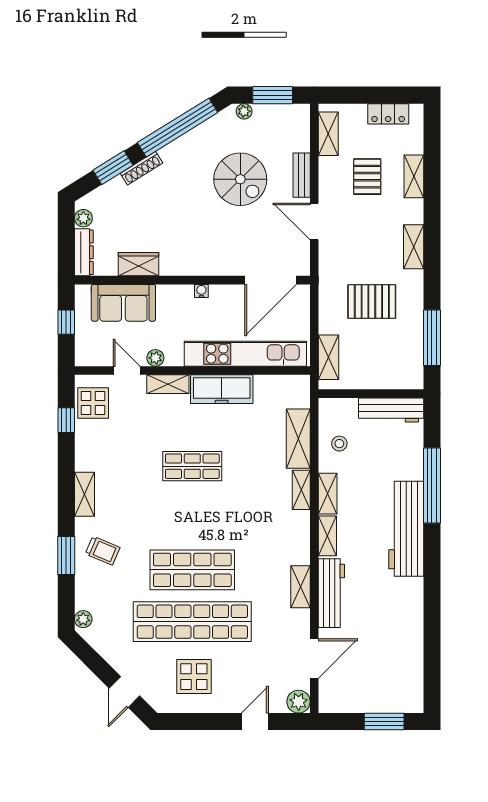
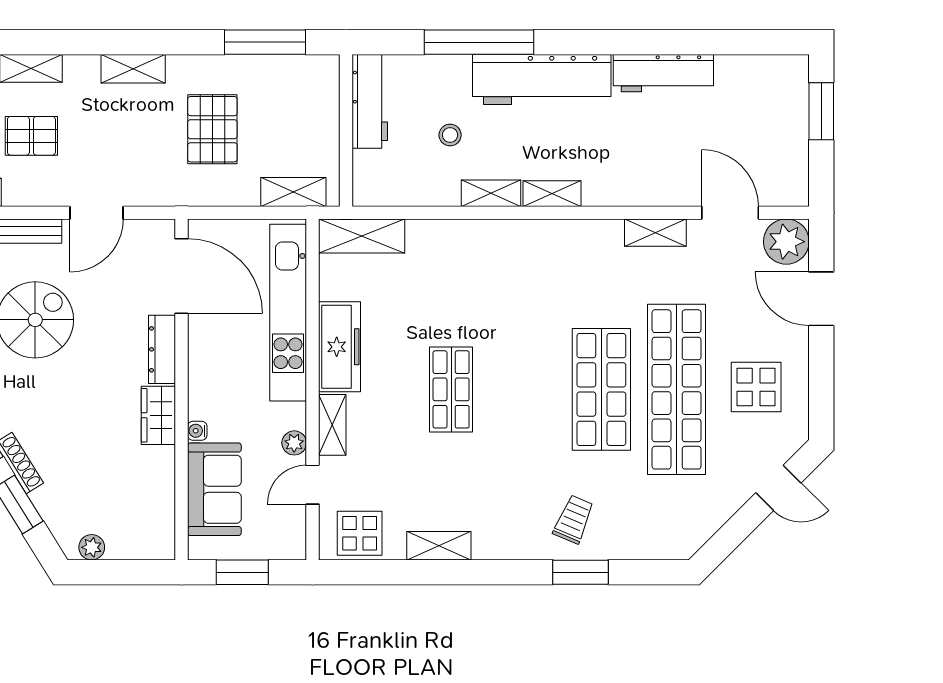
dresser: (84, 252) -> (162, 349), moved, turned -90
wardrobe: (139, 264) -> (158, 415), moved
water cooler: (201, 291) -> (197, 431), moved
window: (66, 322) -> (242, 572), width x1.50
window: (66, 420) -> (384, 572), removed
shelving: (298, 439) -> (362, 236), moved
stool: (339, 444) -> (450, 135), moved
shelving: (301, 490) -> (485, 232), removed
shelving: (84, 494) -> (439, 546), moved
shelving: (300, 587) -> (655, 233), moved
workbench: (331, 593) -> (663, 73), moved, turned 180
plant: (83, 619) -> (673, 548), removed
plant: (299, 702) -> (786, 242), width x1.36, depth x1.36
door: (255, 722) -> (821, 299), width x1.38

